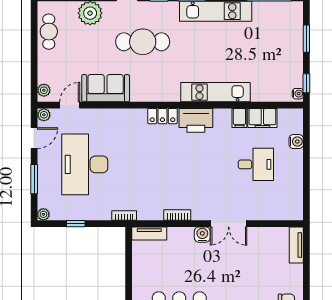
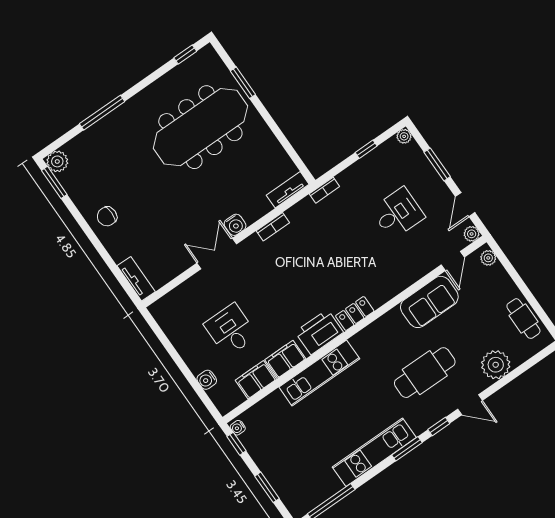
filing cabinet: (239, 118) -> (285, 359), width x2.00
desk: (85, 164) -> (398, 213), width x0.53, depth x0.77
desk: (256, 164) -> (231, 330), turned 90

